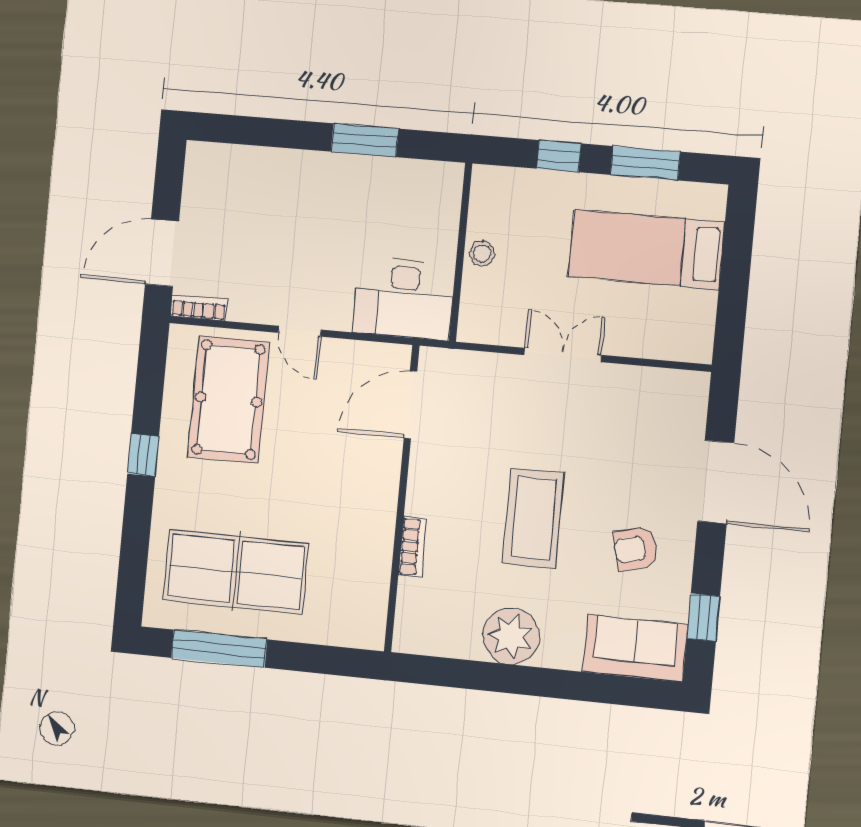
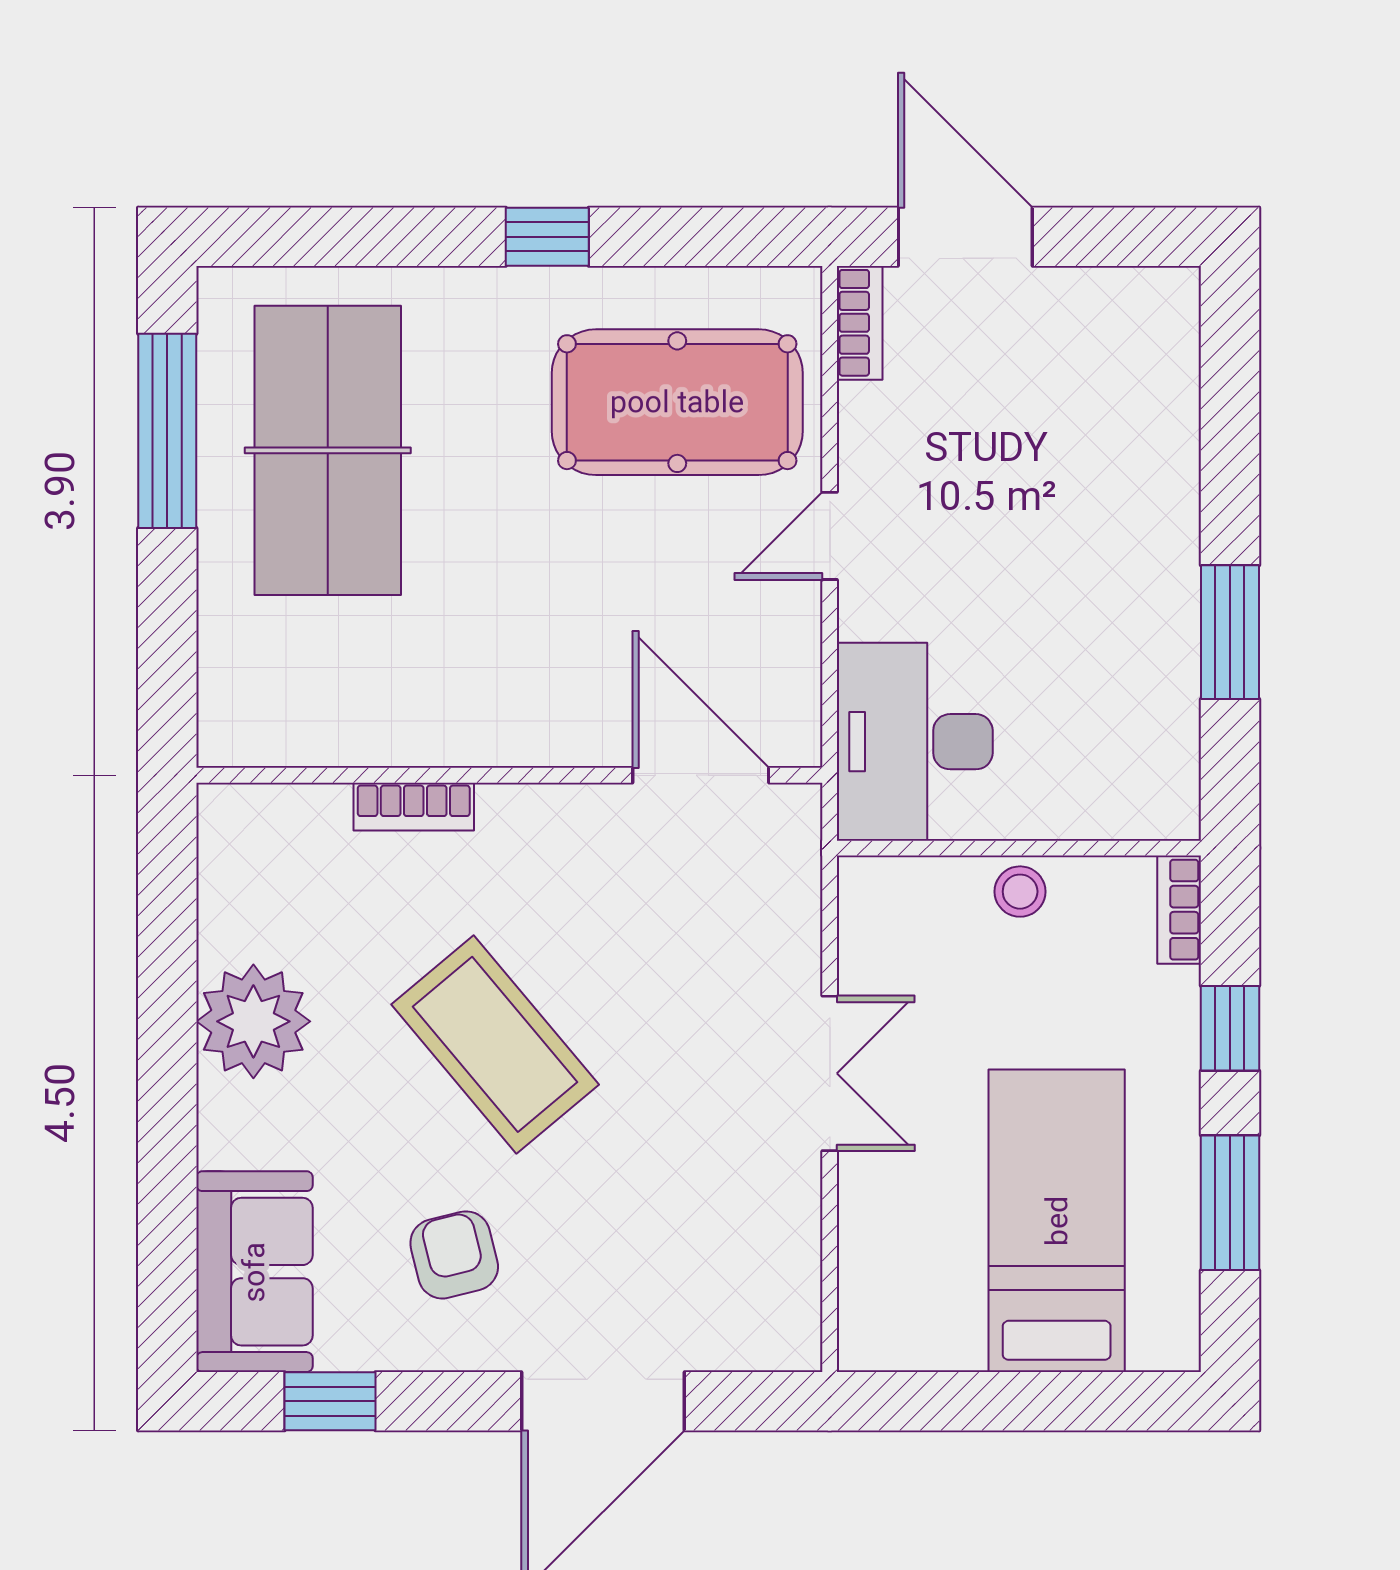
bookcase: (498, 176) -> (1179, 910), added
coffee table: (533, 518) -> (495, 1044), turned 50

